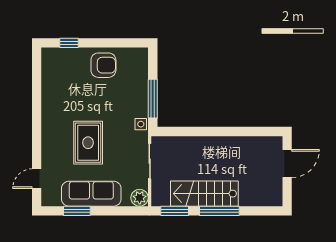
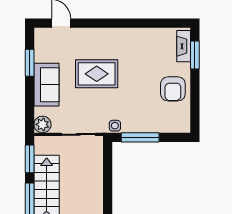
window: (69, 43) -> (195, 55), width x1.50
fireplace: (60, 54) -> (184, 46), added
sofa: (91, 194) -> (46, 85), width x0.73

